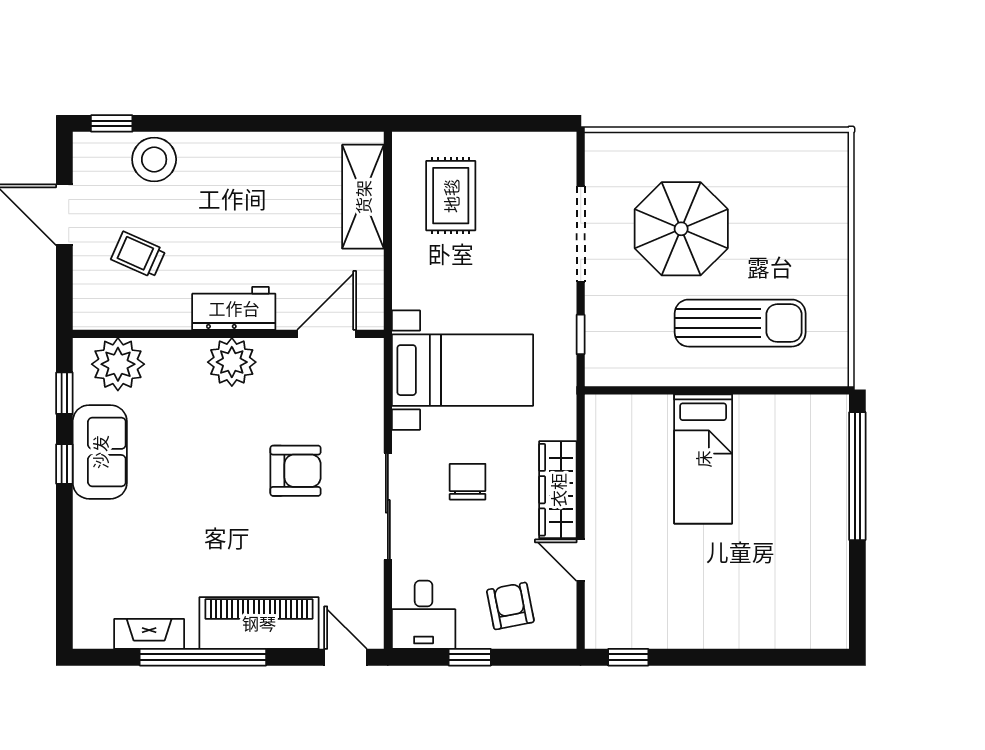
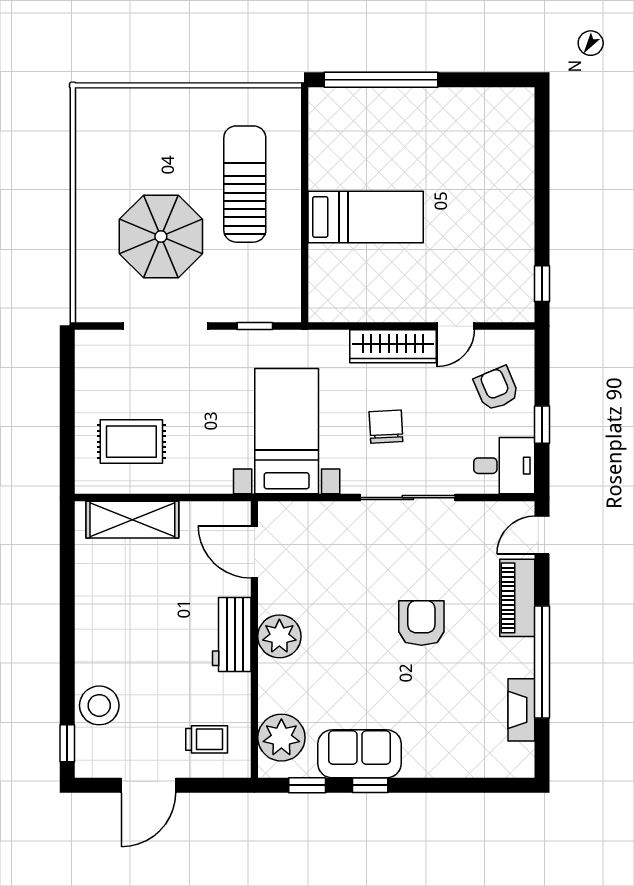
trolley: (138, 255) -> (207, 739), moved, turned -114
armchair: (296, 471) -> (421, 623), moved
chair: (468, 482) -> (386, 427), turned 87
armchair: (510, 606) -> (496, 388), turned 78
piano: (259, 623) -> (517, 598), width x0.73, depth x0.75

